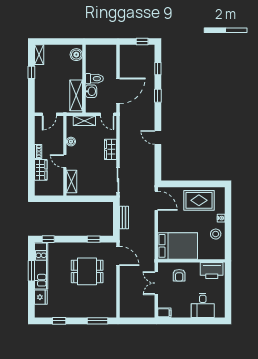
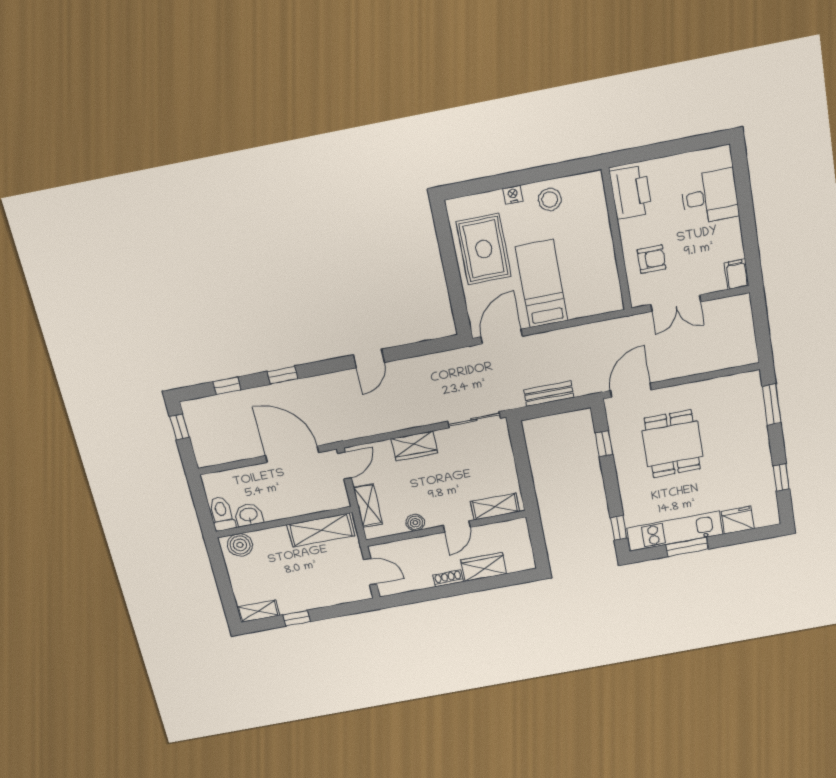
toilet: (94, 79) -> (222, 514), moved
washbasin: (91, 91) -> (249, 515), moved
bed: (178, 246) -> (542, 284), moved, width x0.67

